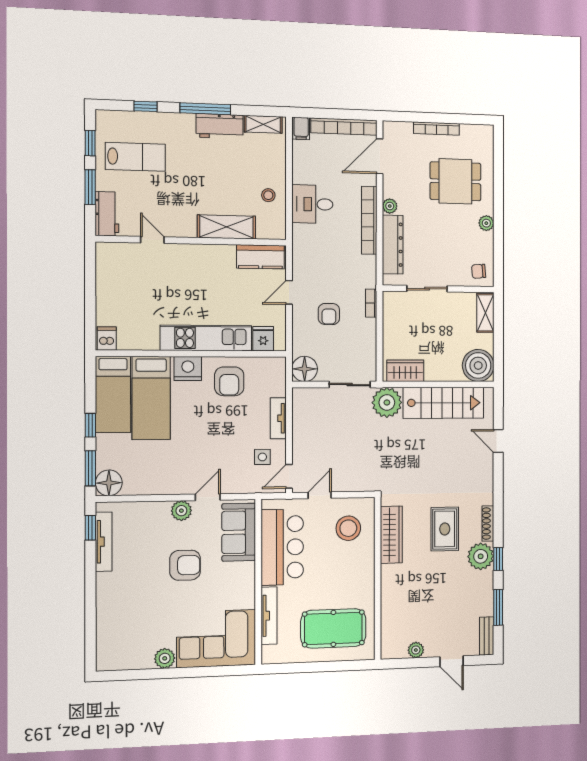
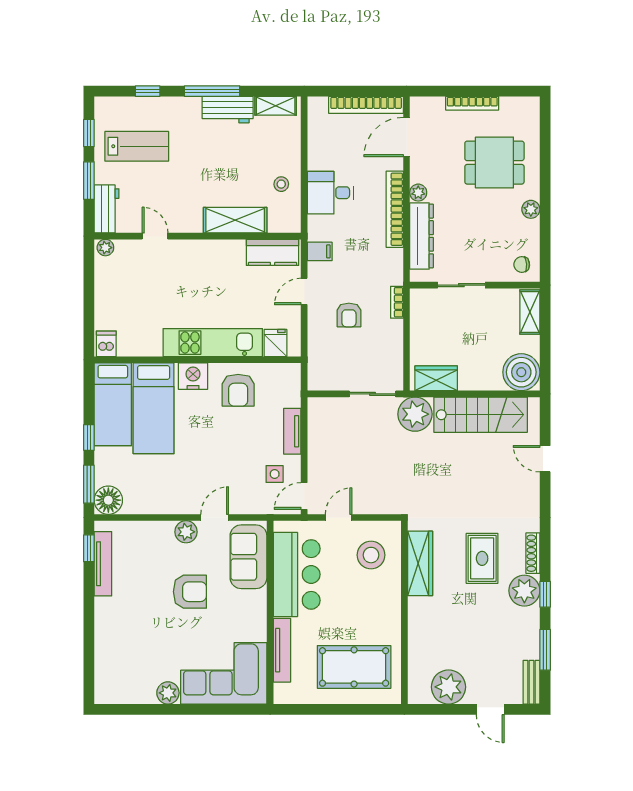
filing cabinet: (301, 128) -> (320, 251), moved, turned -90
plant: (106, 250) -> (105, 248), added
floor lamp: (305, 369) -> (322, 376), removed
plant: (416, 650) -> (449, 687), width x1.87, depth x1.87

